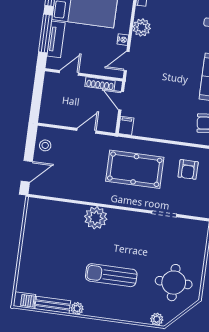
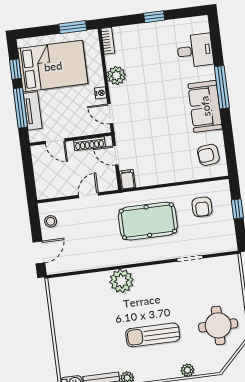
door: (127, 61) -> (110, 114), hinge flipped
door: (69, 73) -> (55, 141), swing flipped
plant: (157, 319) -> (187, 370), moved

